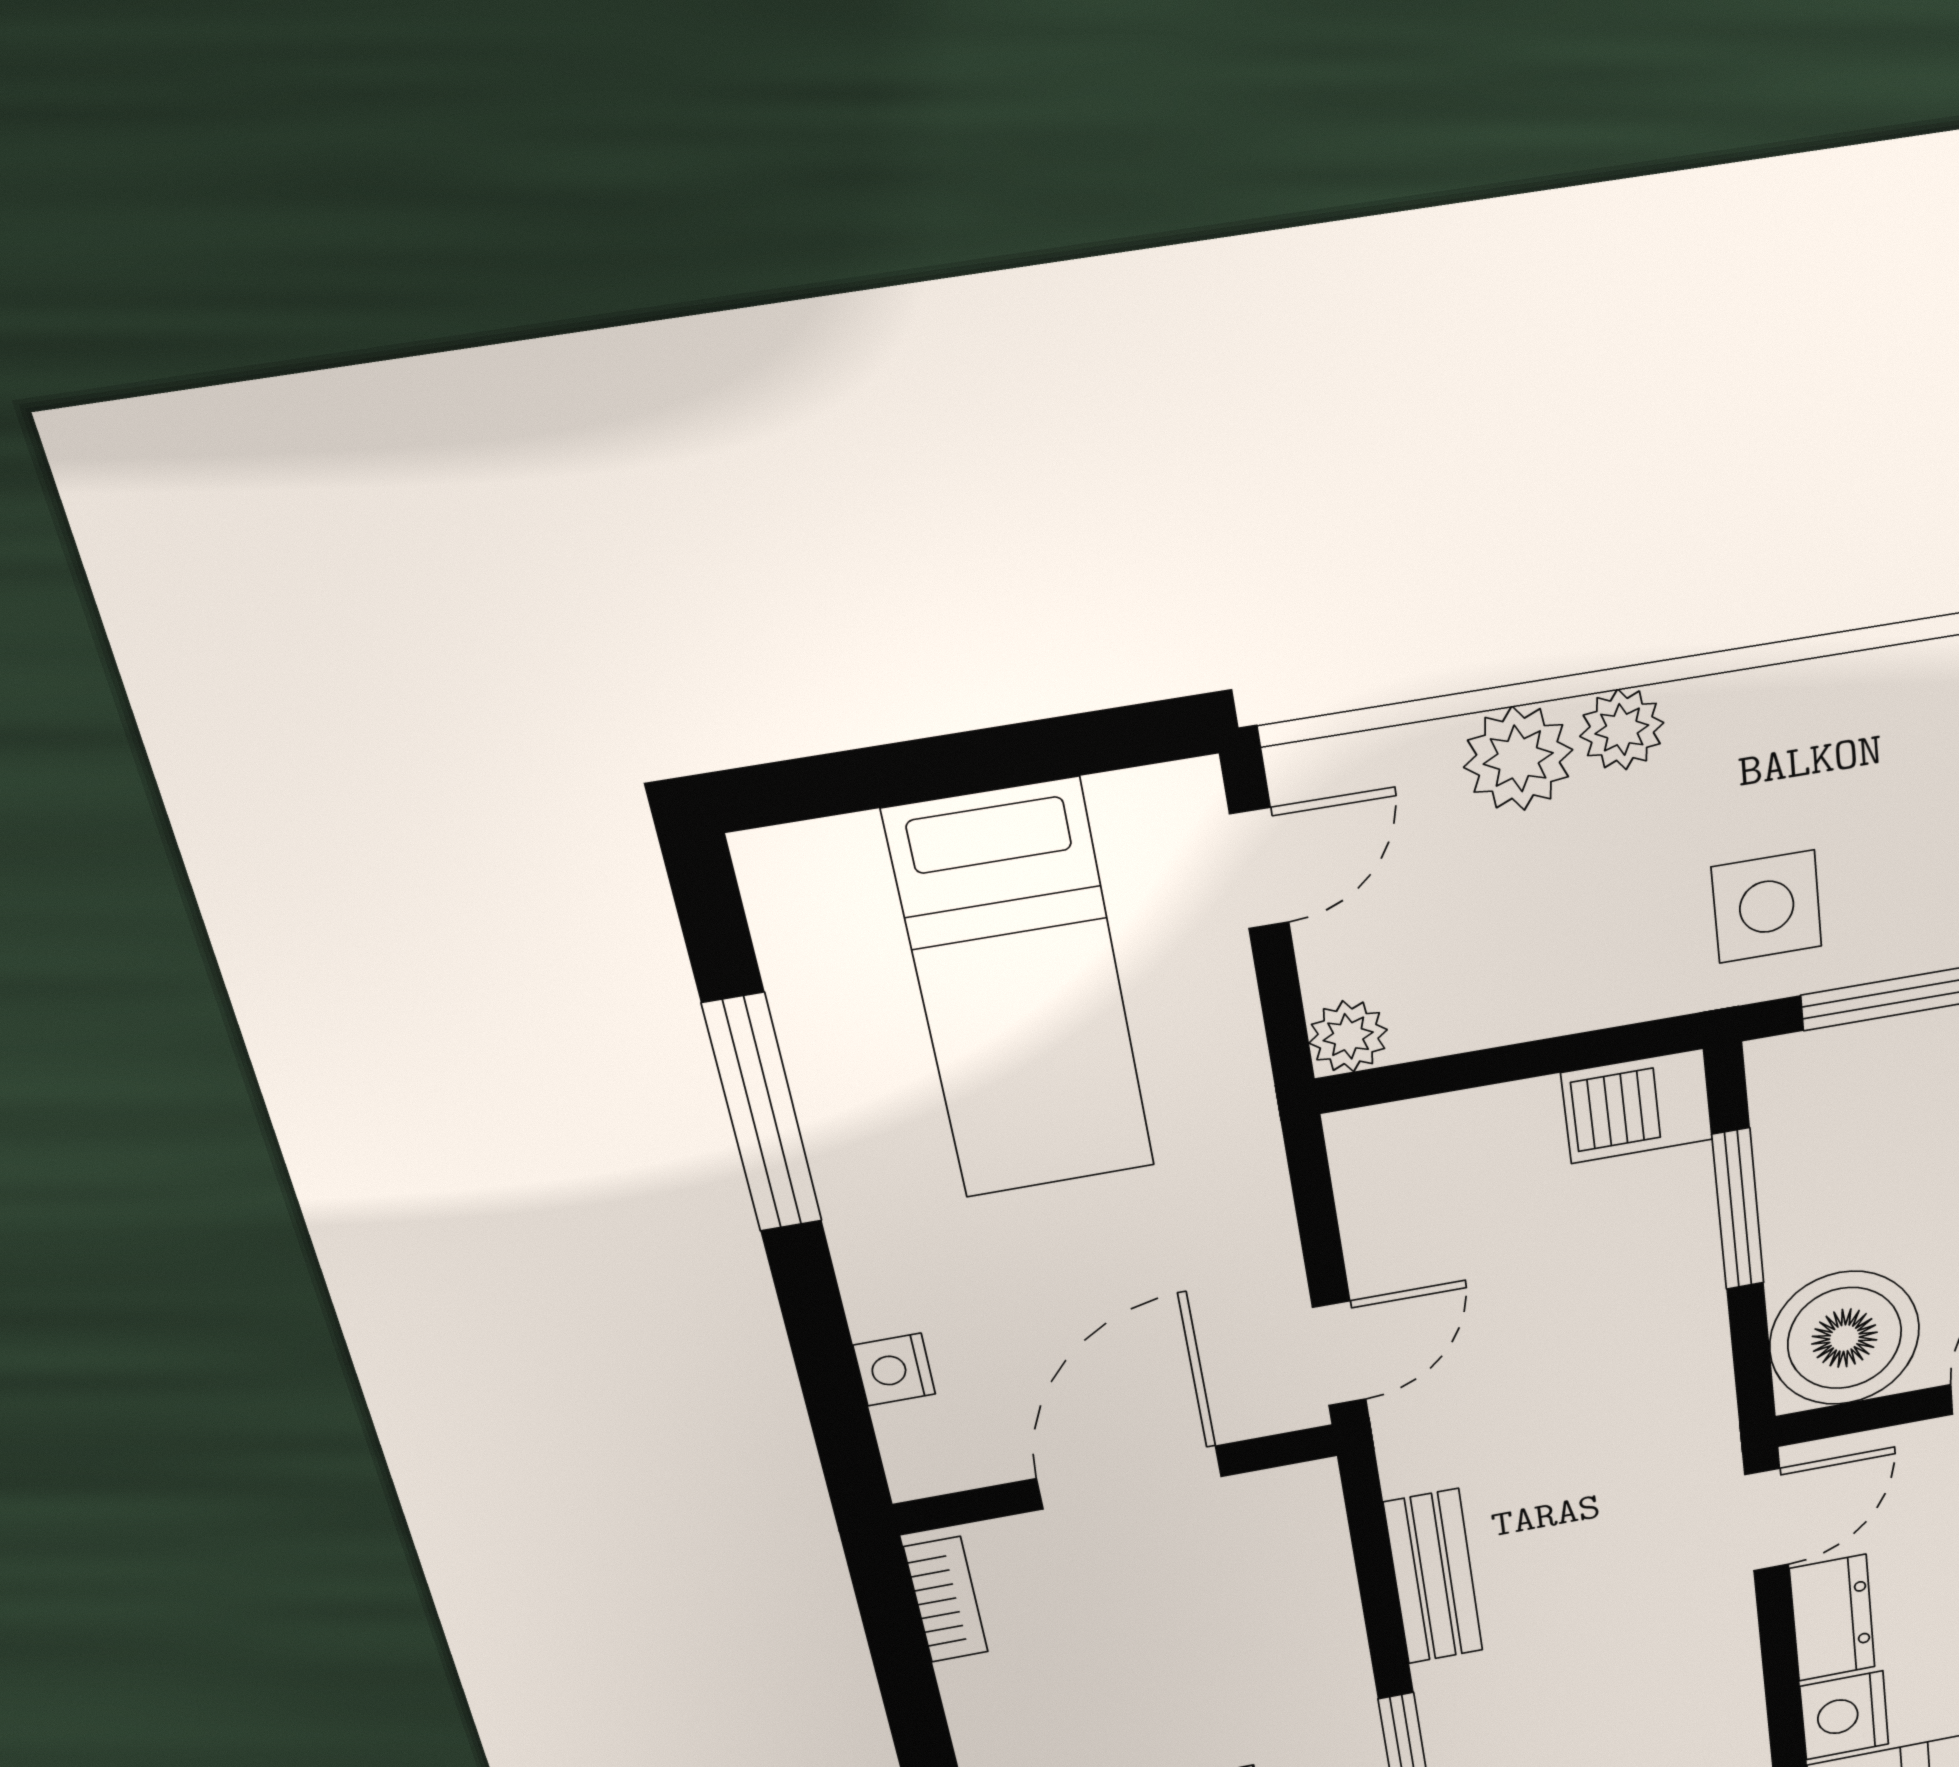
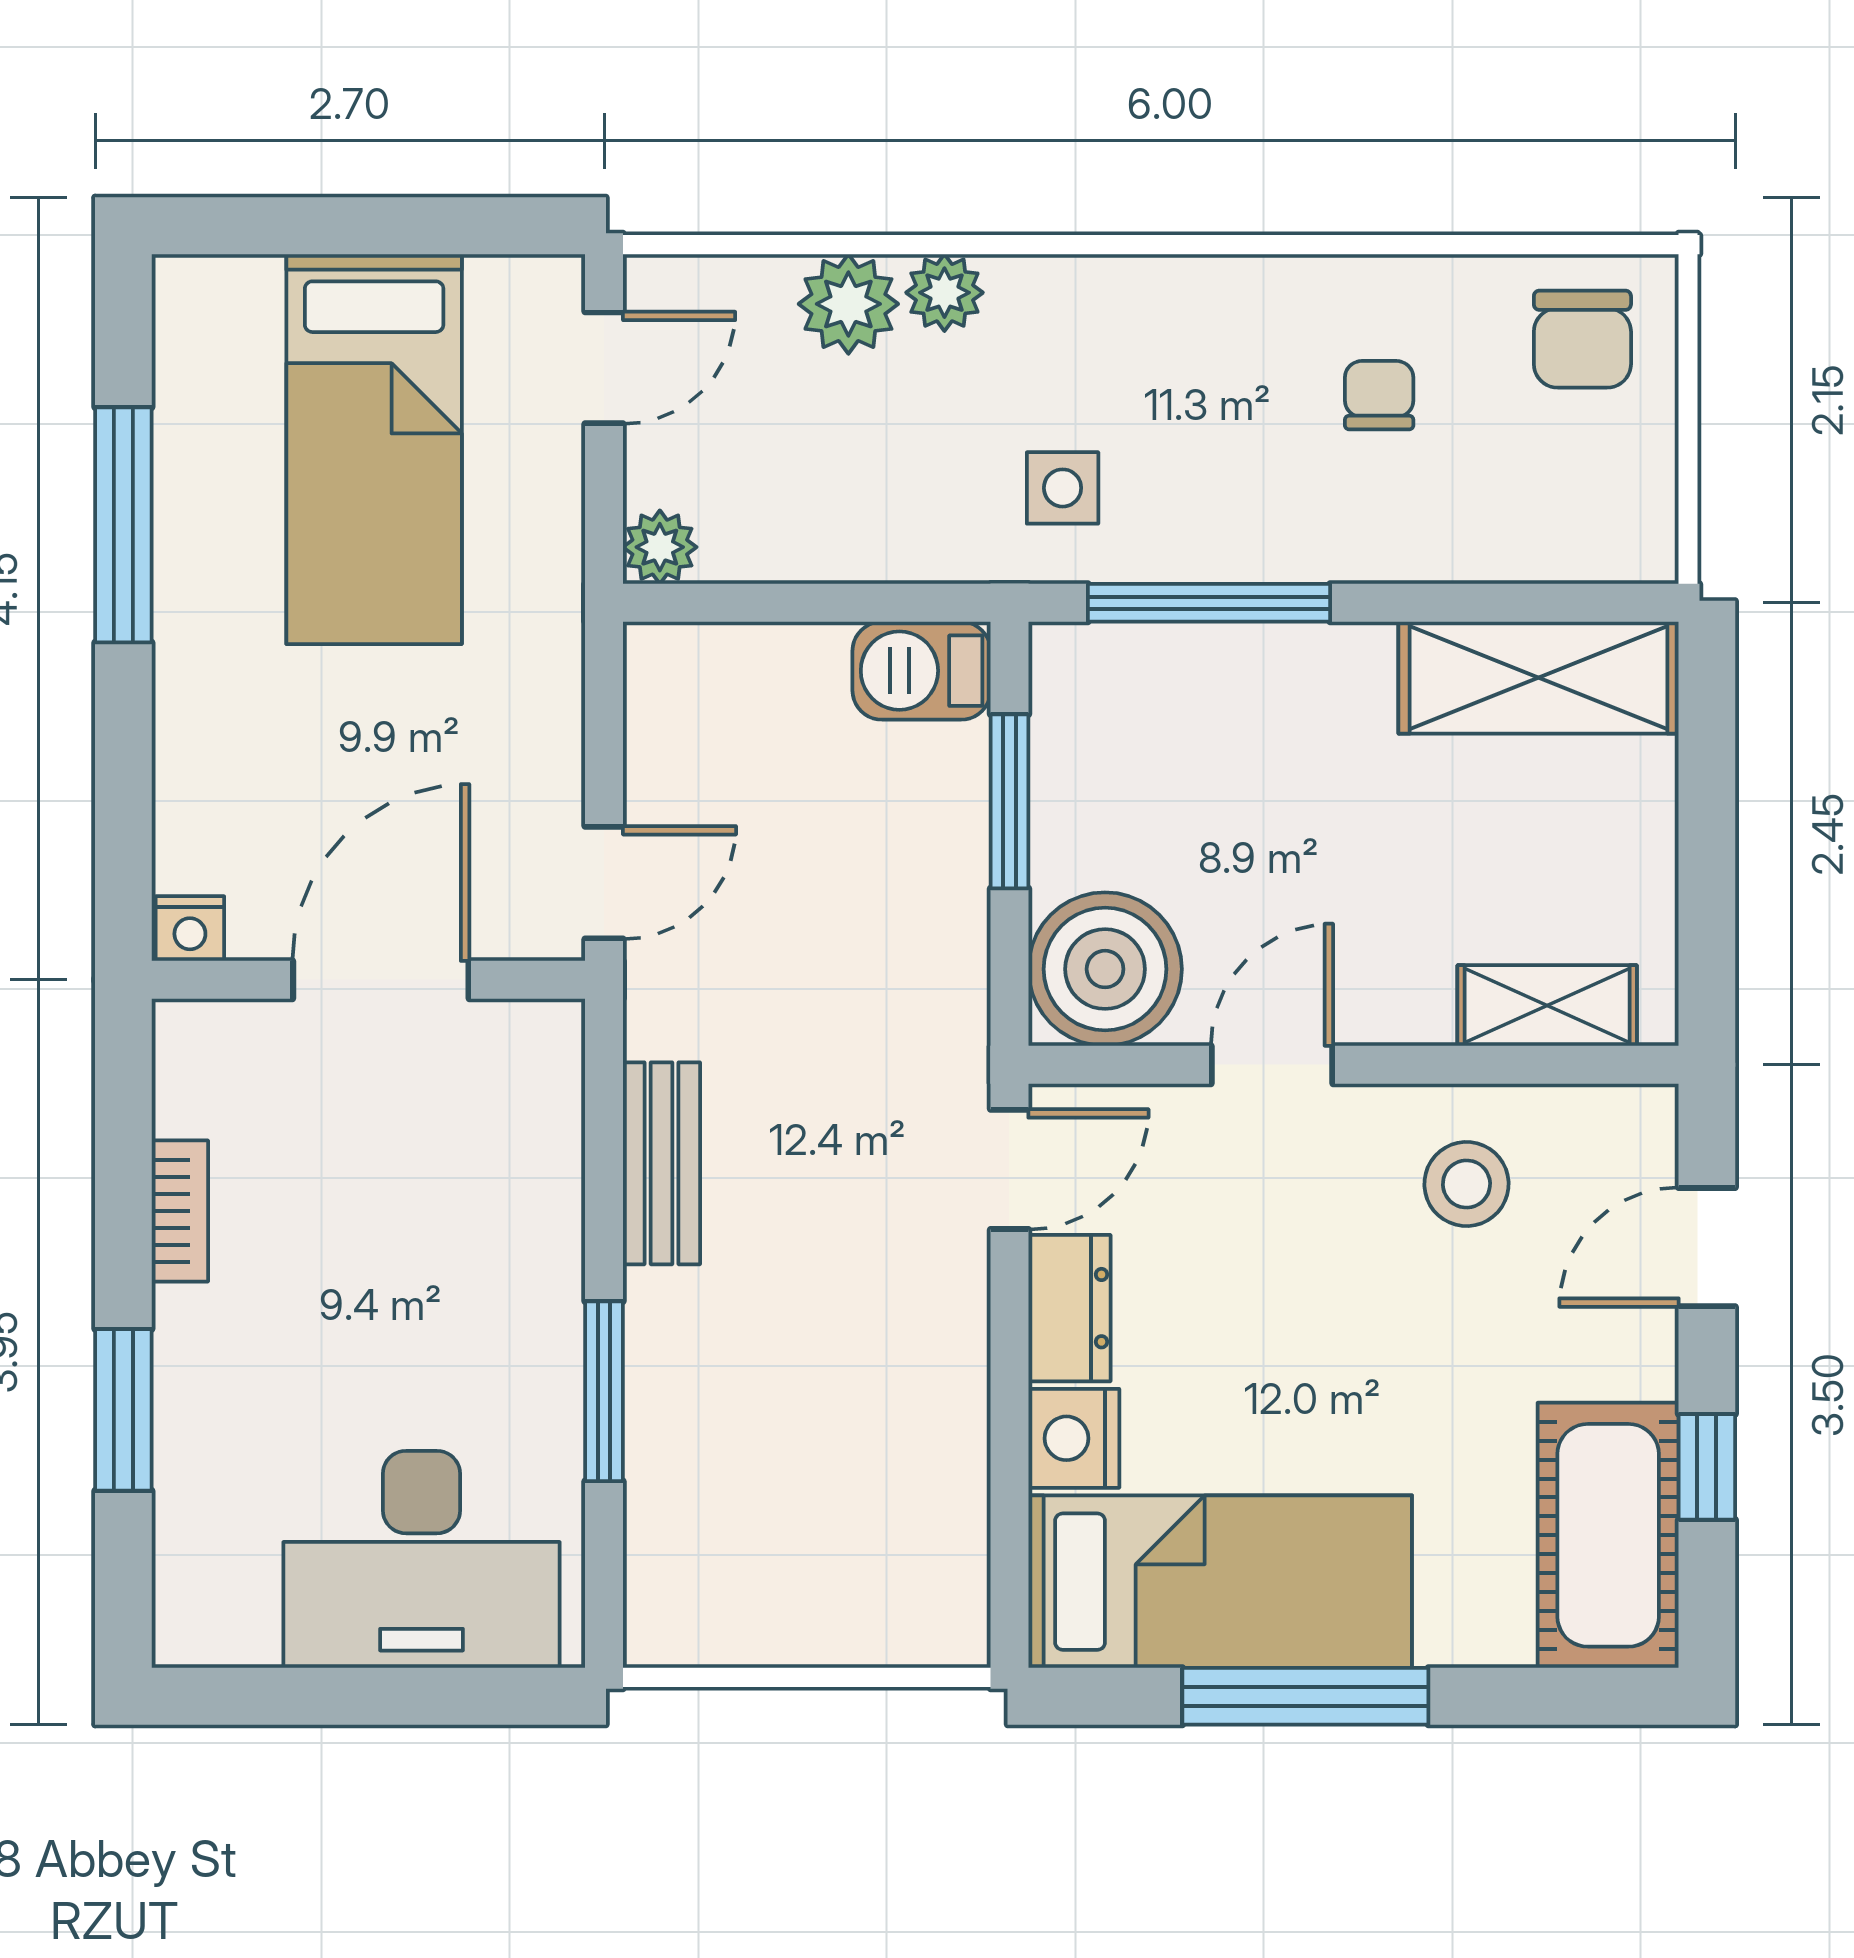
side table: (1767, 907) -> (1063, 488), width x0.73, depth x0.73
nightstand: (894, 1370) -> (190, 929), moved, turned -90
bookcase: (946, 1600) -> (180, 1211), moved

